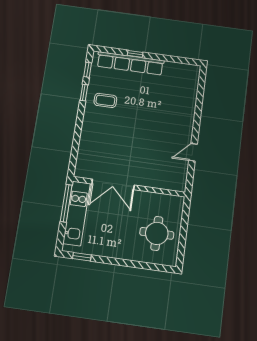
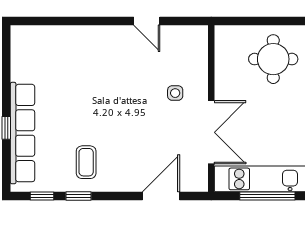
door: (76, 145) -> (161, 196), added
side table: (143, 164) -> (175, 93), added
window: (66, 203) -> (267, 196), moved

